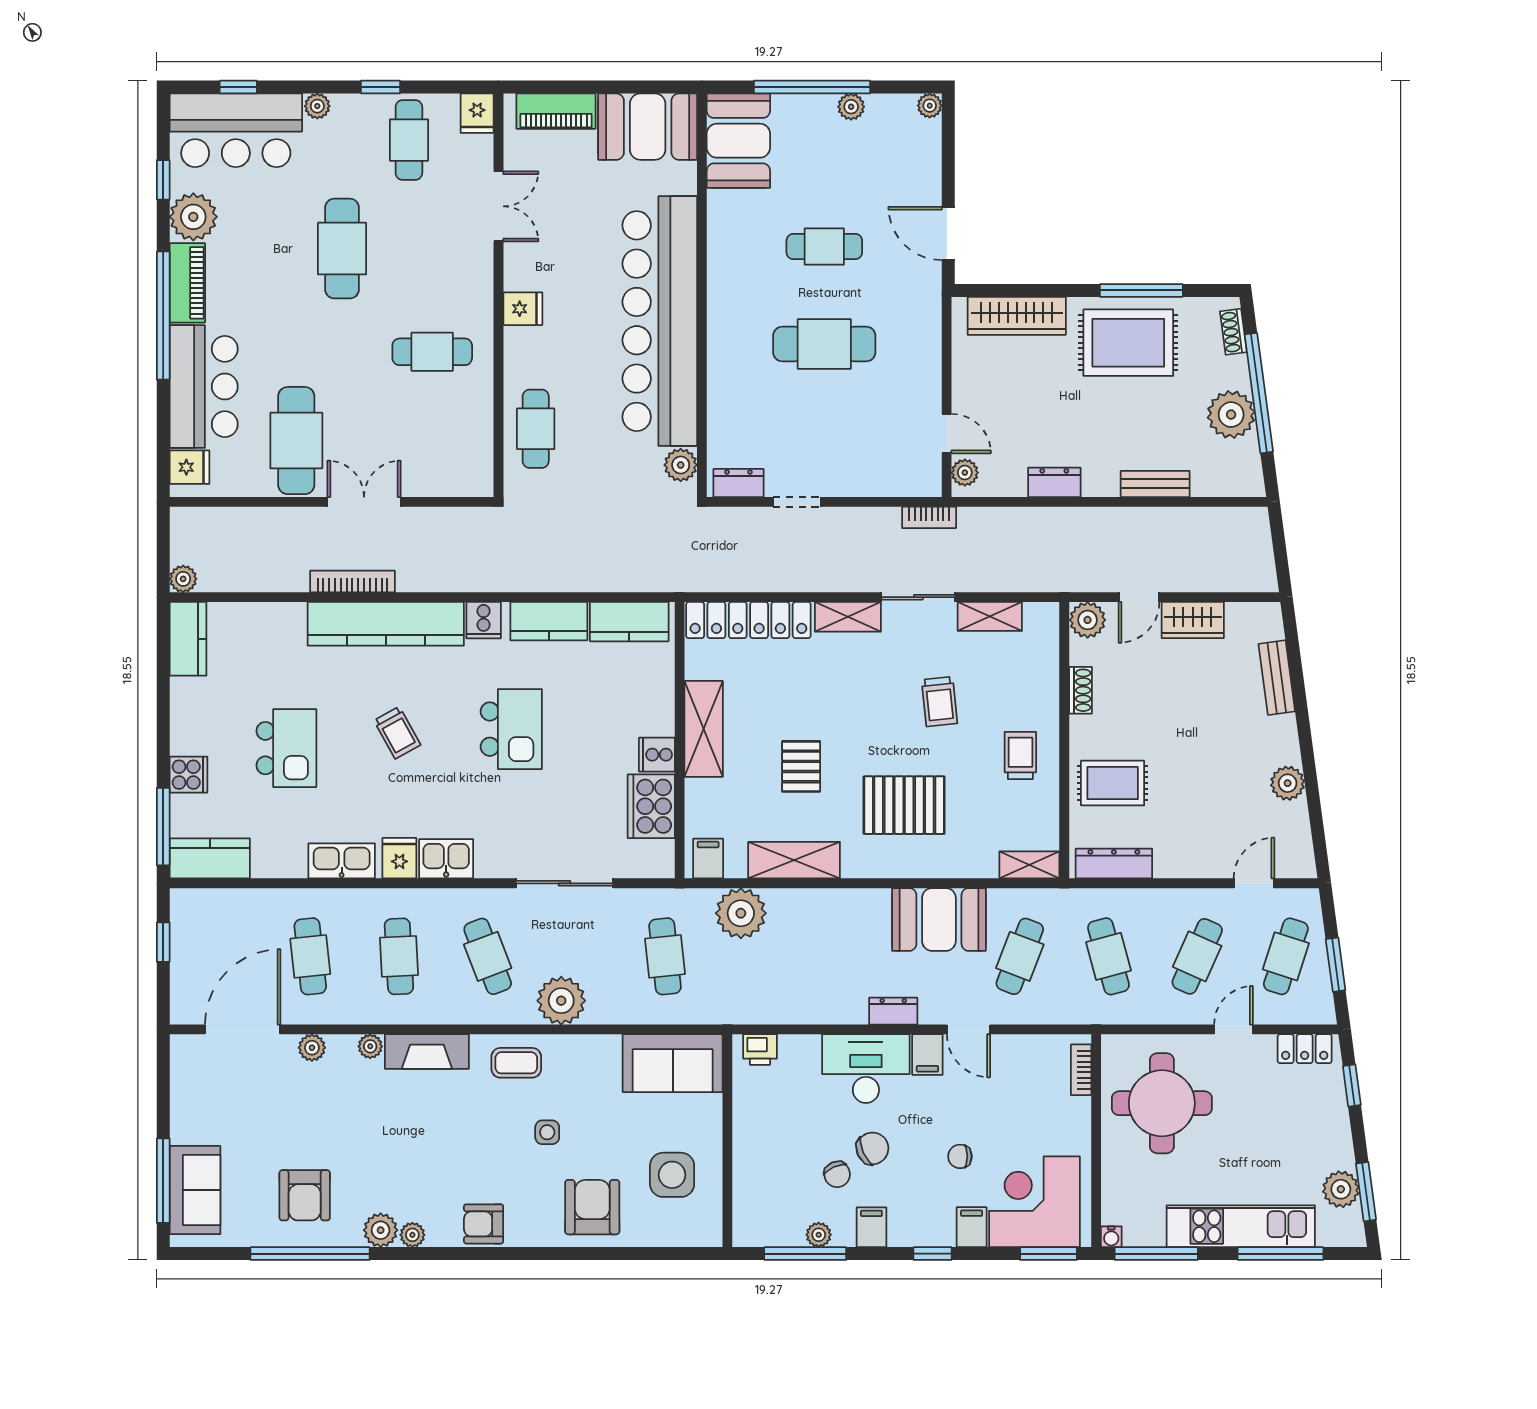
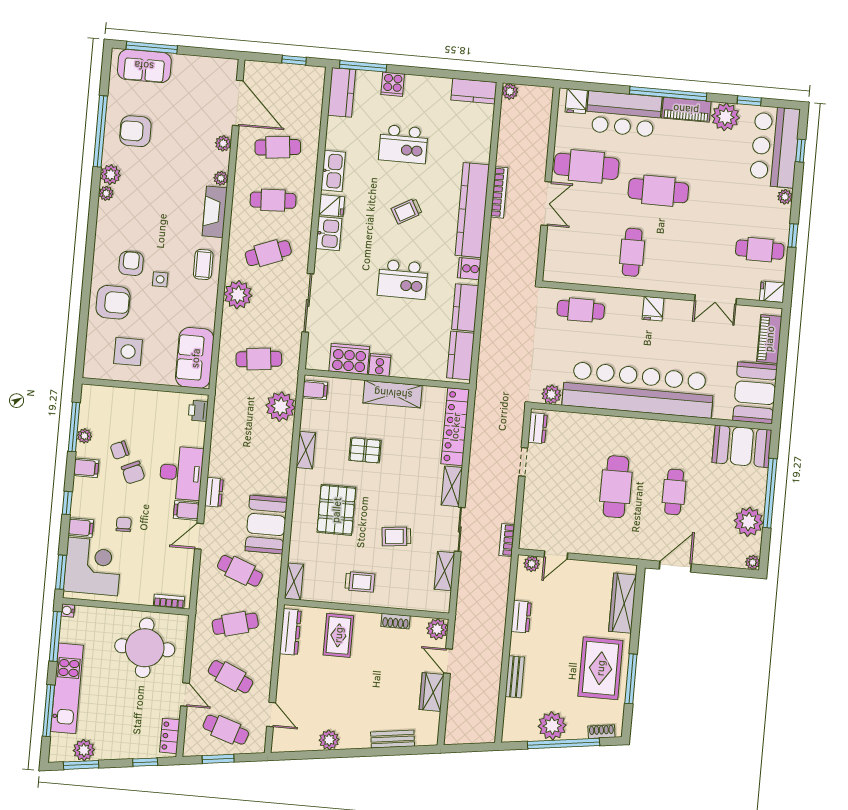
plant: (851, 107) -> (749, 522), width x1.87, depth x1.87
cafe table: (342, 249) -> (658, 191), moved
shelving: (794, 860) -> (306, 450), width x0.67, depth x0.75
armchair: (484, 1224) -> (131, 263), moved

